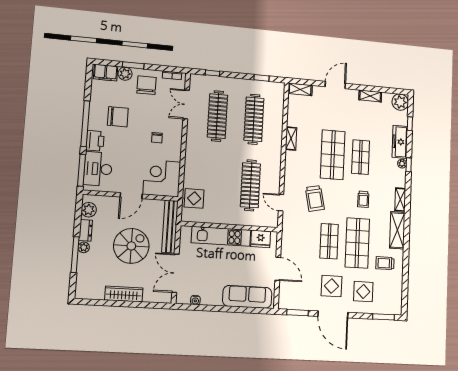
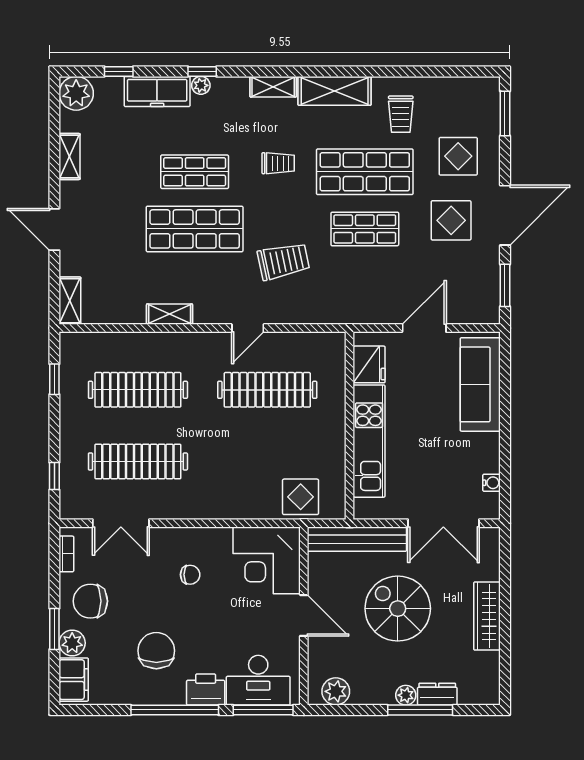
door: (281, 203) -> (248, 328), moved
dresser: (86, 230) -> (437, 694), moved

